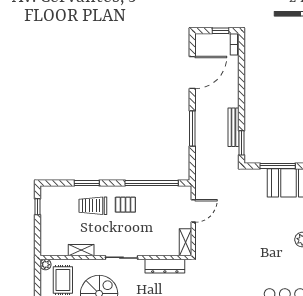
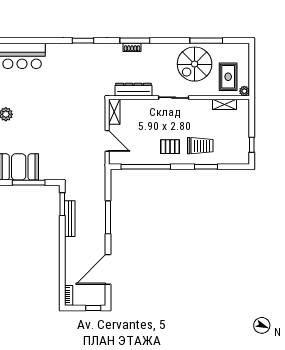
window: (221, 31) -> (93, 308), moved
door: (193, 211) -> (107, 141), swing flipped
shelving: (81, 250) -> (225, 104), moved

